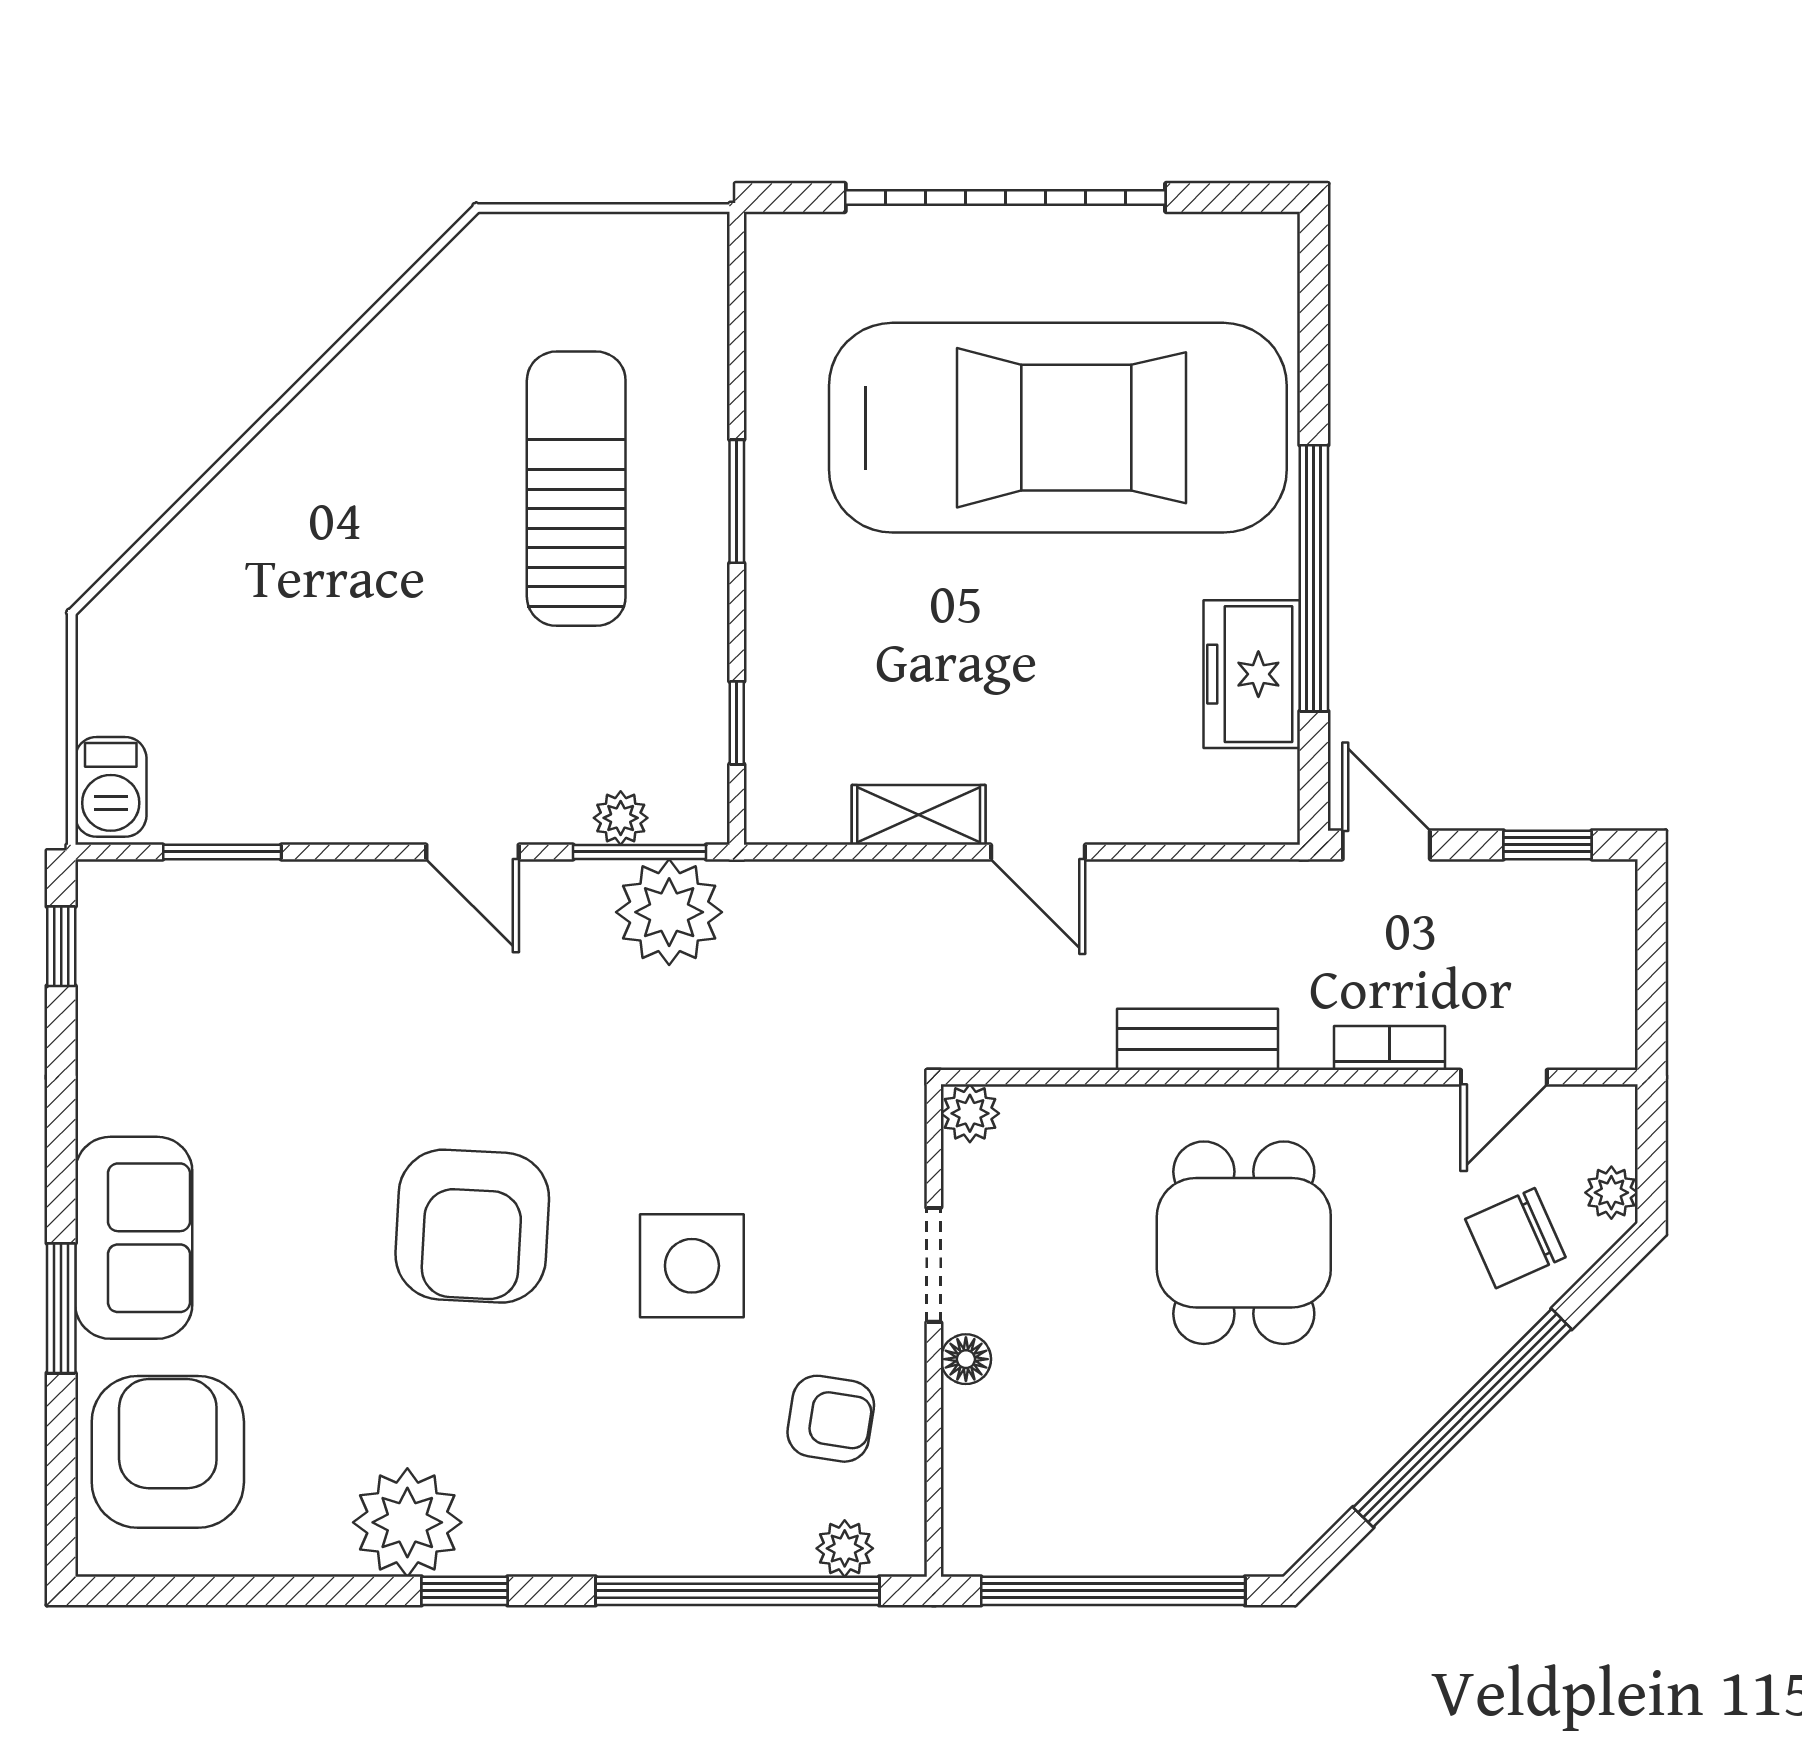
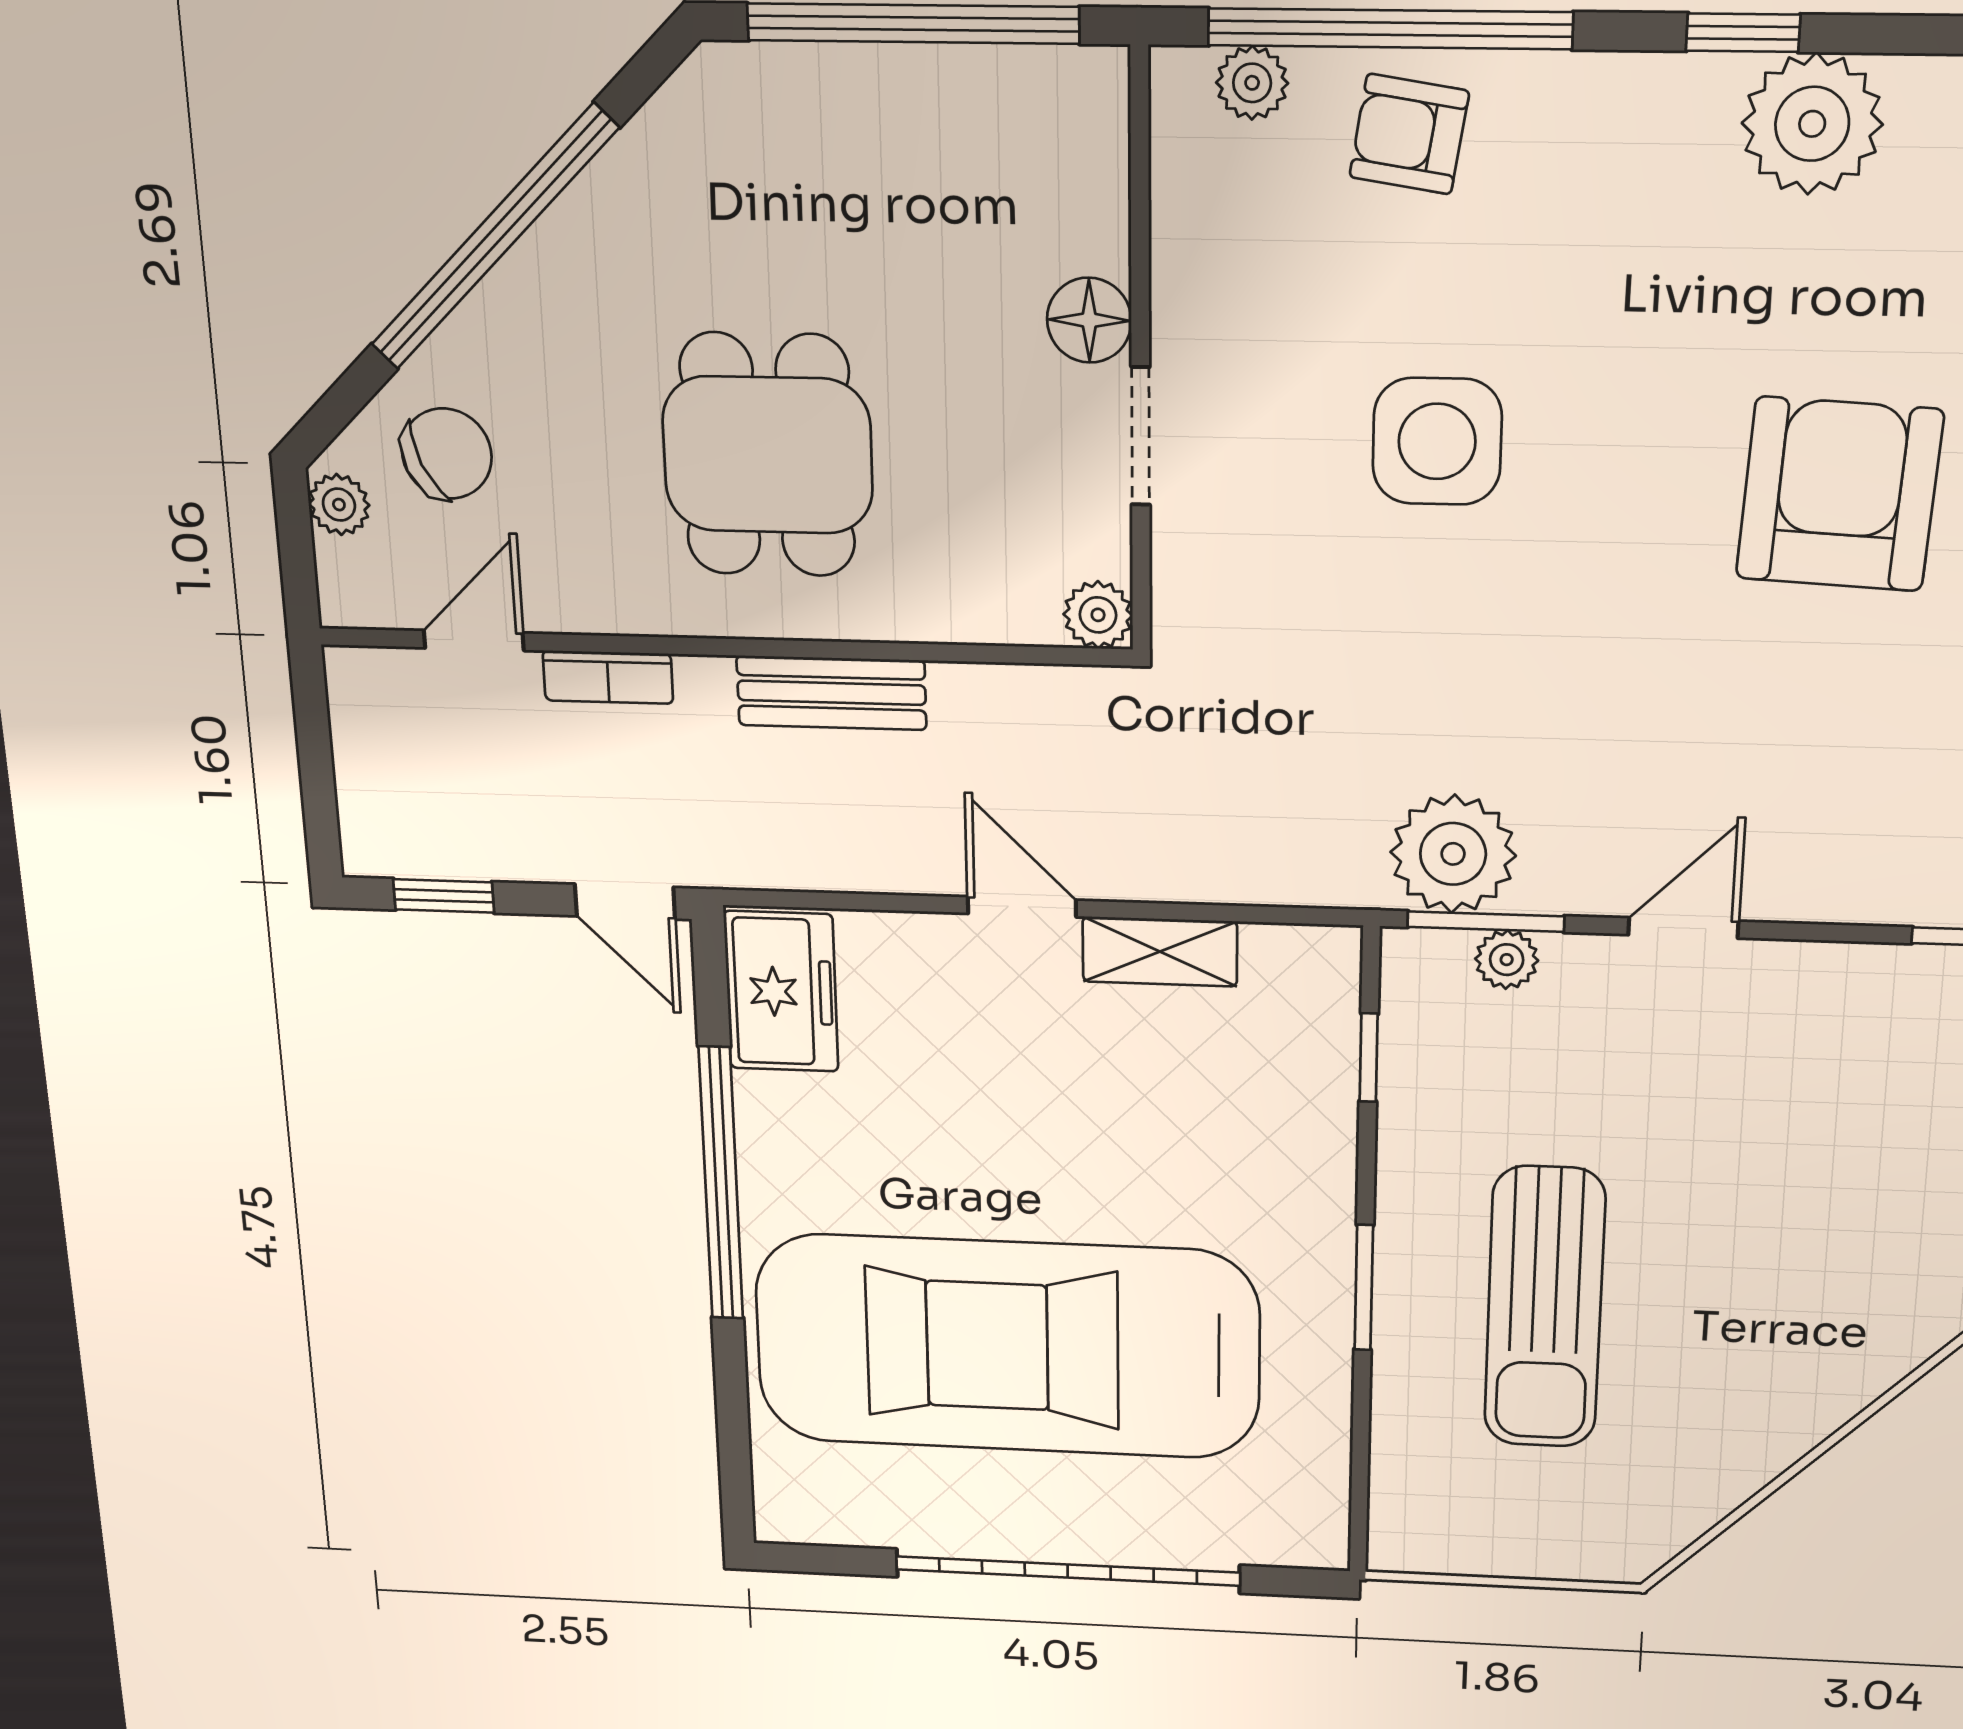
freezer: (1252, 674) -> (781, 992), moved
door: (473, 852) -> (1683, 928), hinge flipped
armchair: (472, 1226) -> (1839, 494), moved
floor lamp: (966, 1359) -> (1089, 320), width x1.37, depth x1.37
armchair: (831, 1419) -> (1409, 134), moved

